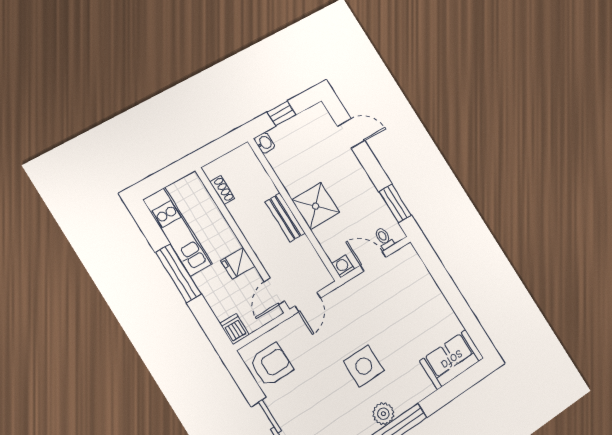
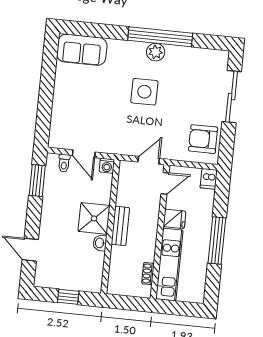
washbasin: (264, 143) -> (100, 243), moved
kitchen unit: (177, 232) -> (169, 265), moved, turned 180

